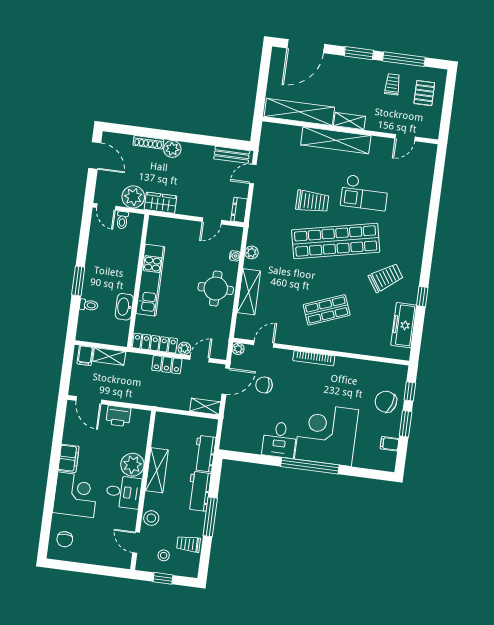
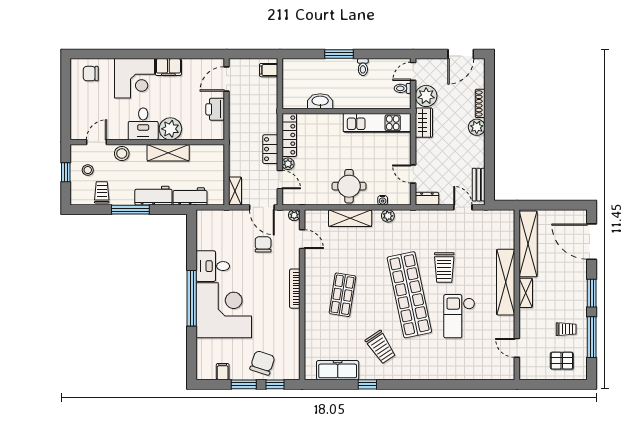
kitchen unit: (150, 280) -> (377, 123), moved
toilet: (89, 305) -> (363, 67), moved
shop shelf: (327, 310) -> (342, 295), turned 30
shelving: (109, 356) -> (271, 93), removed

